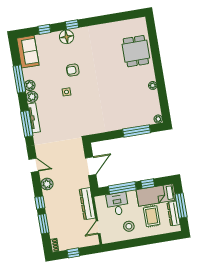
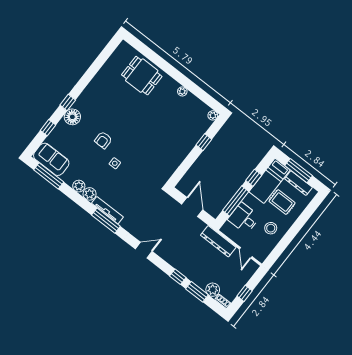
window: (19, 79) -> (49, 176), moved
window: (137, 131) -> (204, 142), width x0.46
plant: (47, 184) -> (213, 290), moved

